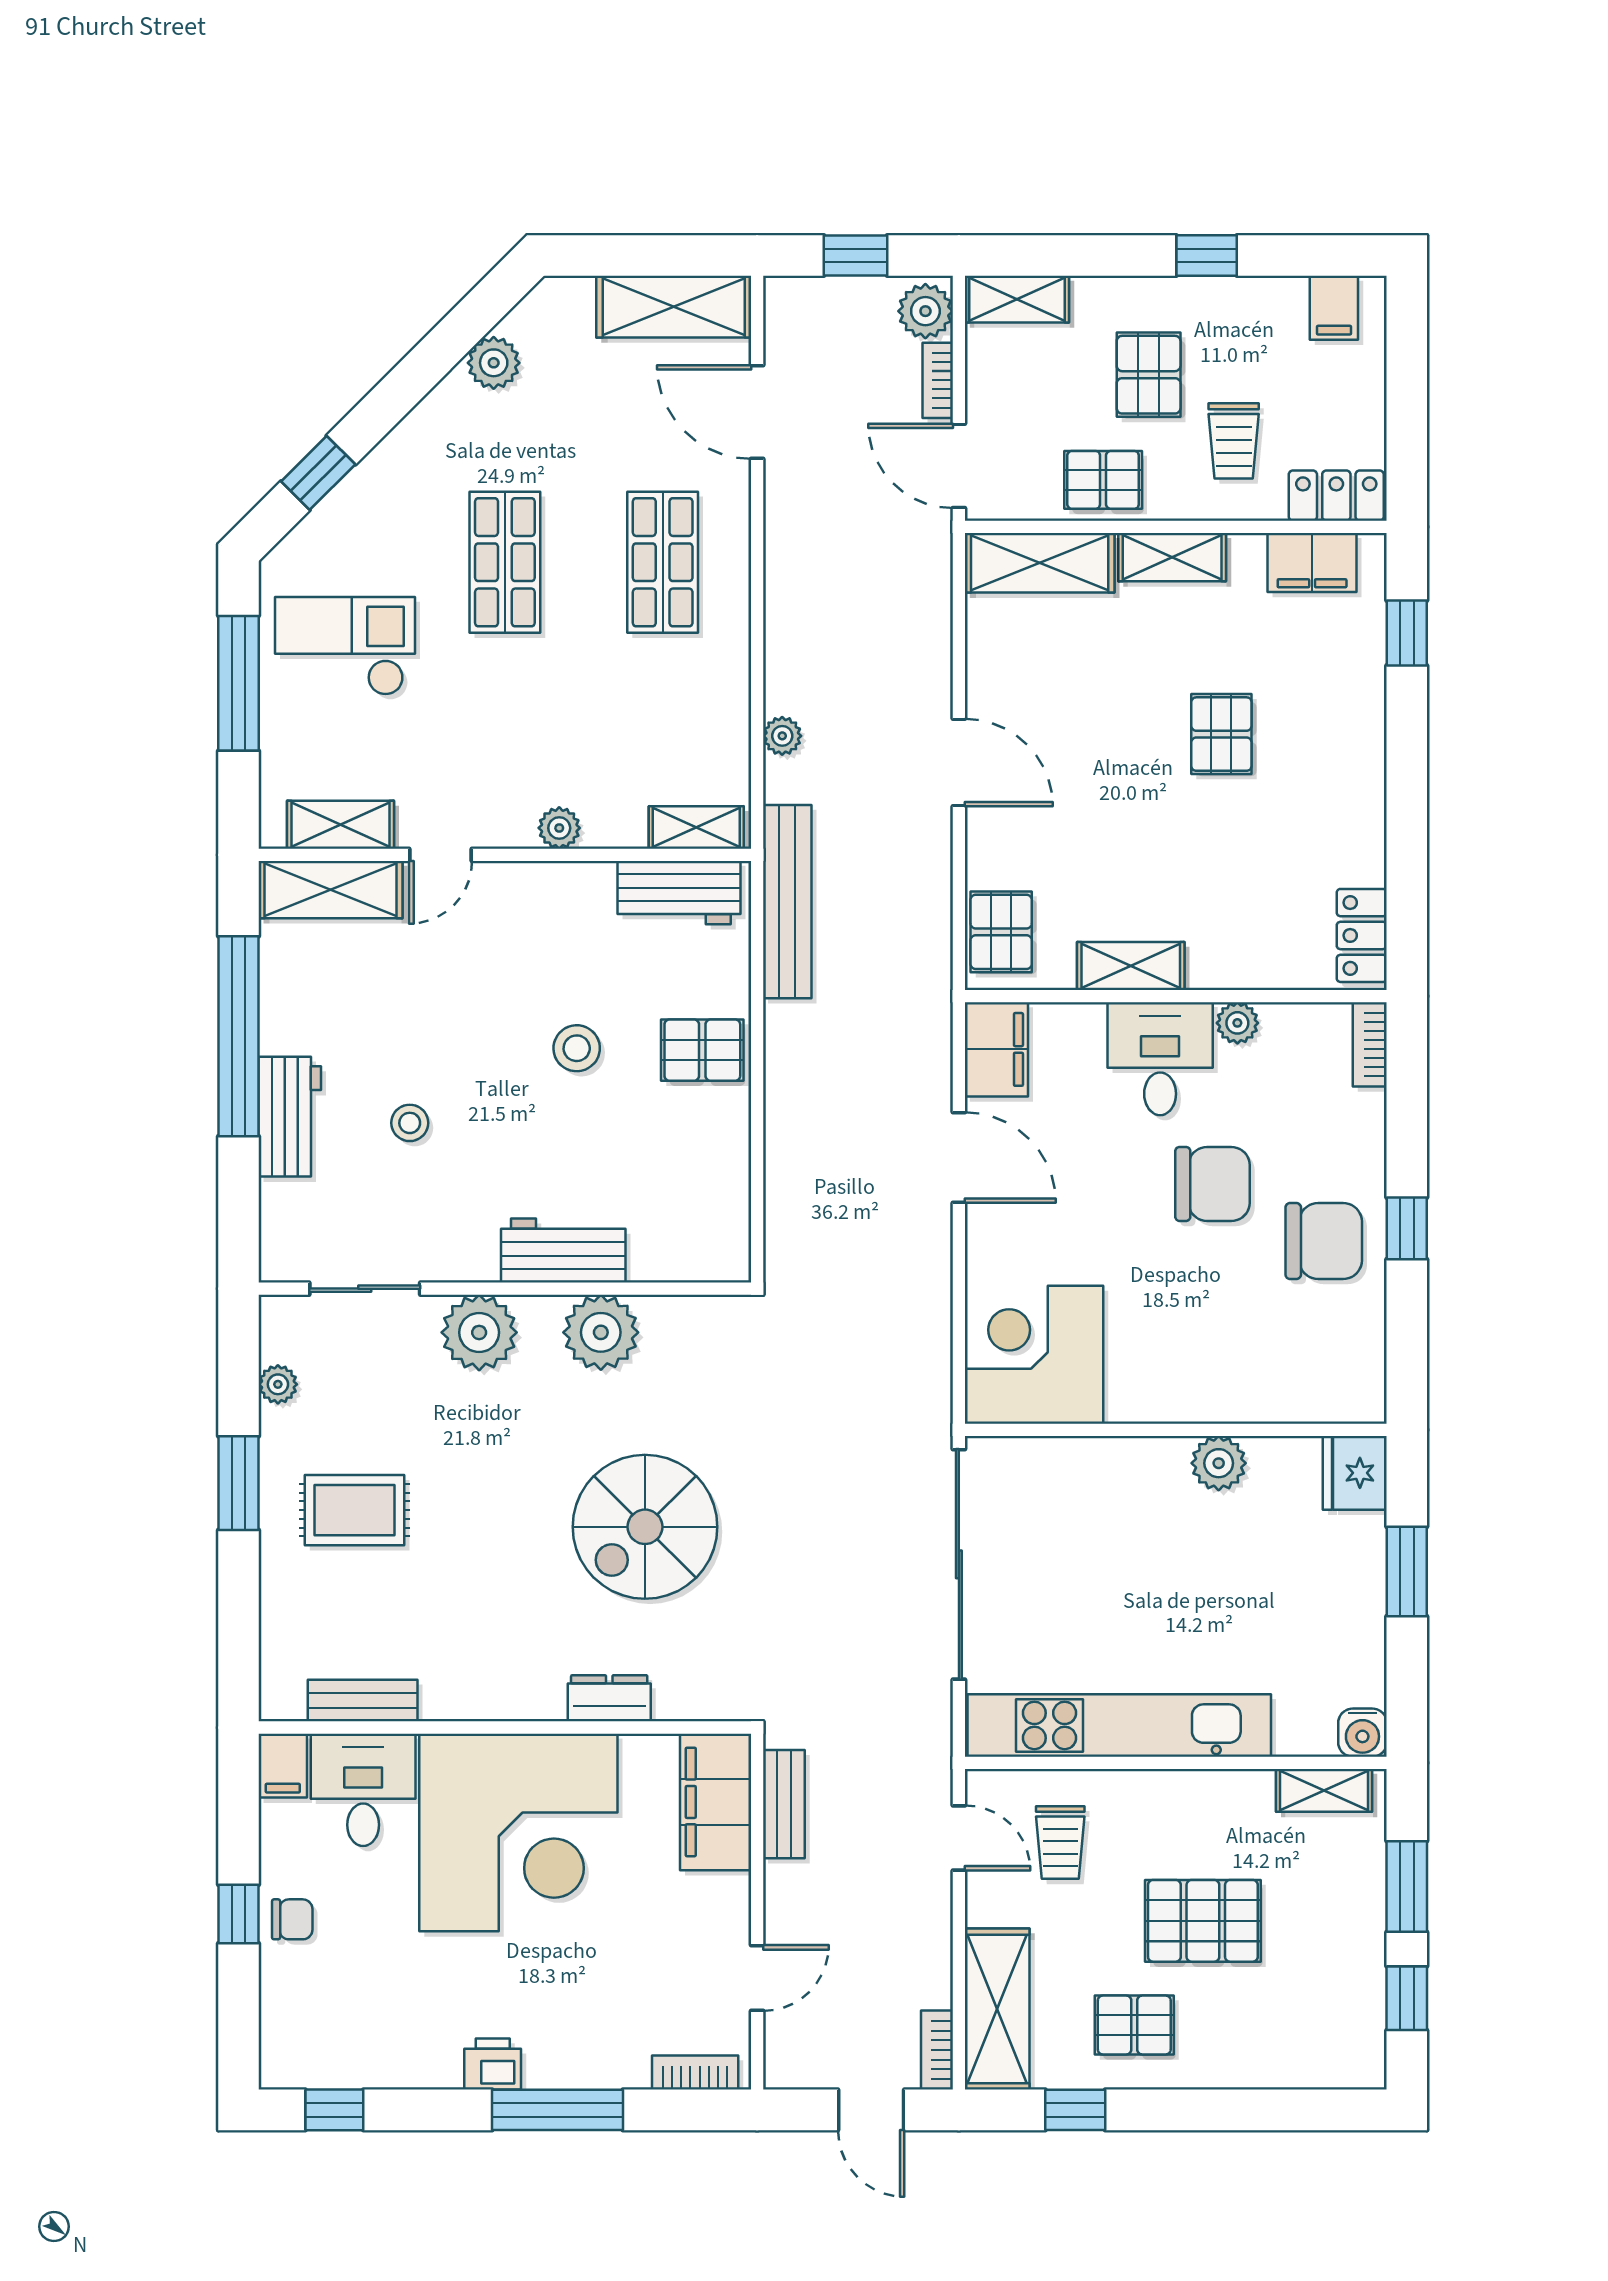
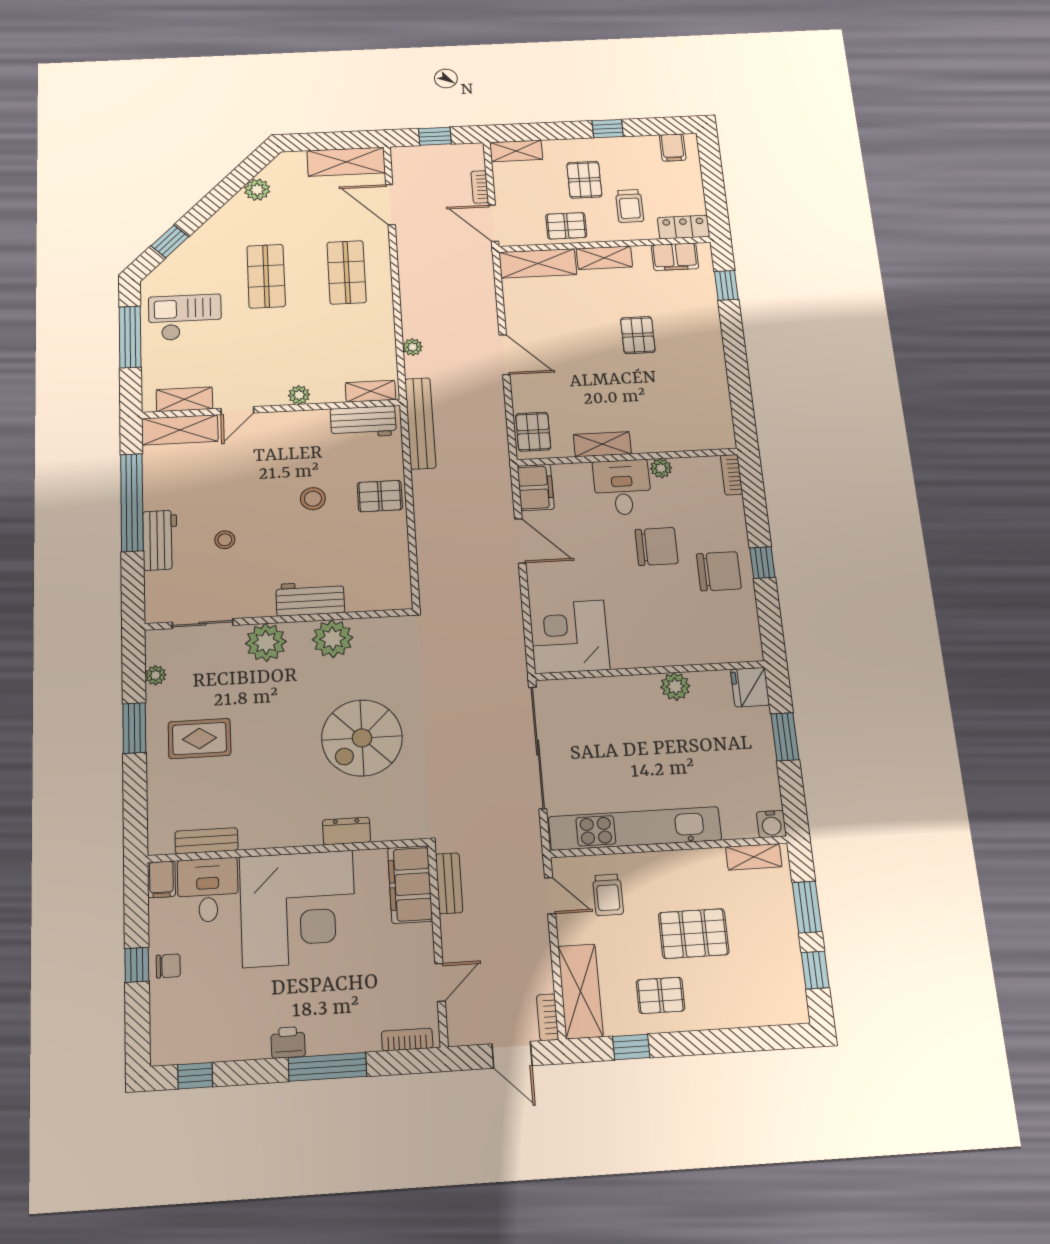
plant: (925, 311) -> (471, 158), removed
locker: (1362, 935) -> (721, 424), removed

